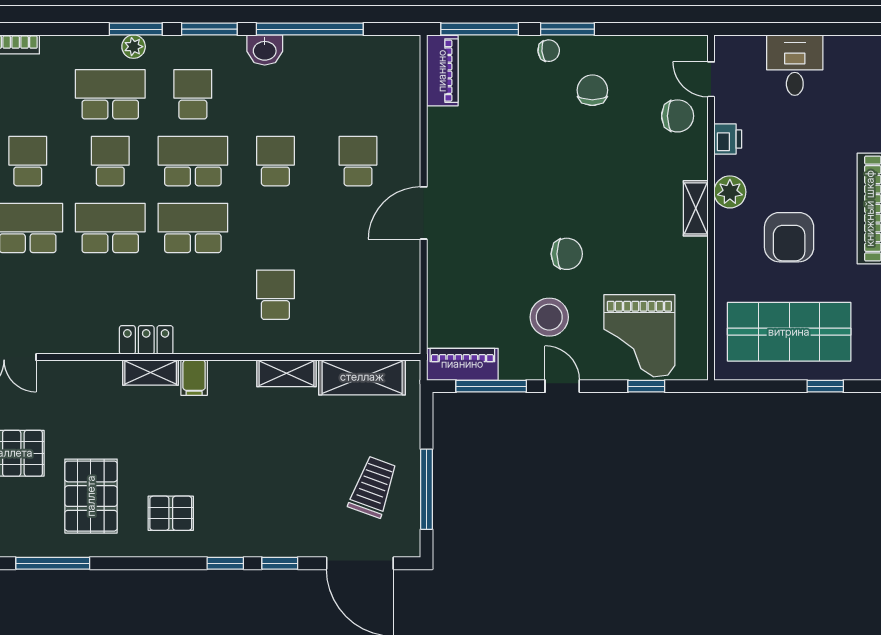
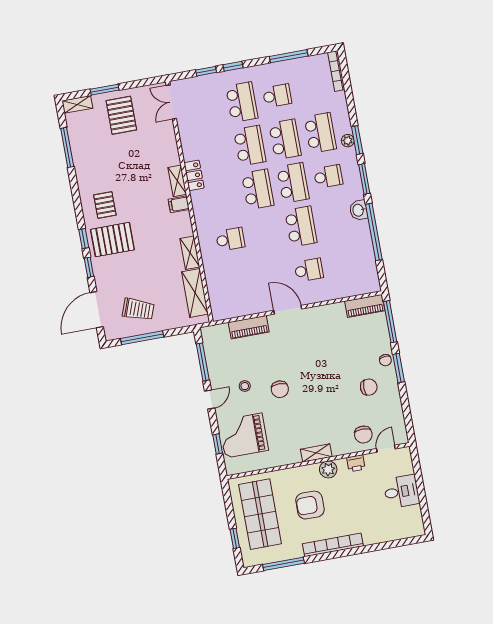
school desk: (110, 161) -> (285, 139), width x1.85
school desk: (275, 161) -> (301, 226), width x1.85
stool: (549, 317) -> (245, 386), width x0.53, depth x0.53
piano: (462, 364) -> (249, 327), moved, turned 90
pallet: (91, 496) -> (112, 240), moved

